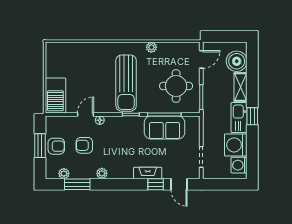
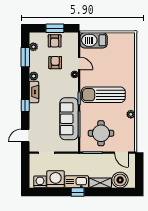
sofa: (165, 127) -> (69, 119), width x1.36
fireplace: (148, 173) -> (34, 92), moved
window: (156, 184) -> (25, 106), moved

